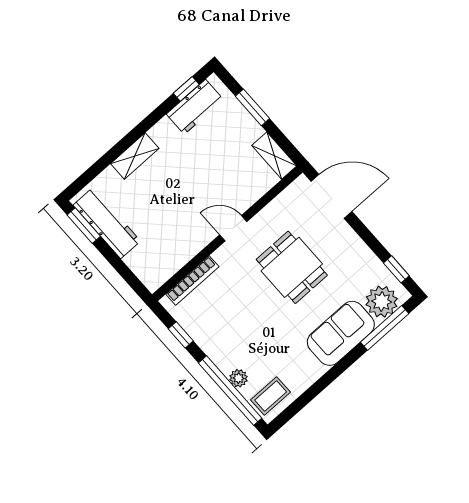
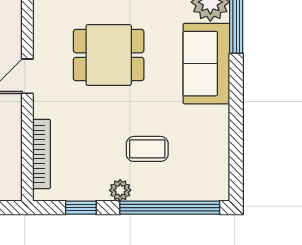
plant: (239, 378) -> (120, 190), moved
coffee table: (271, 396) -> (147, 149), moved, turned 90

